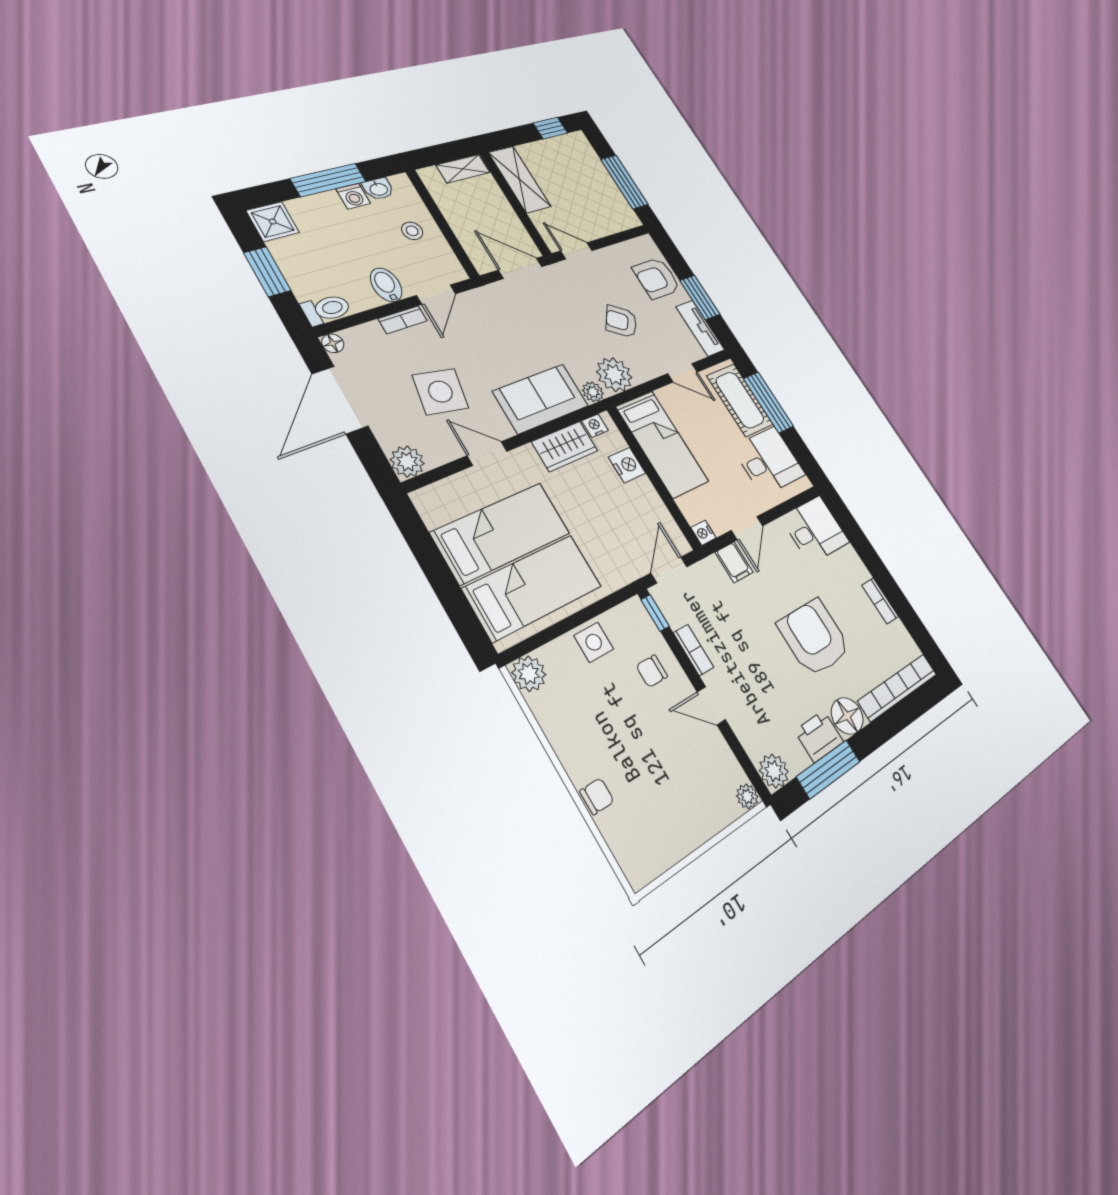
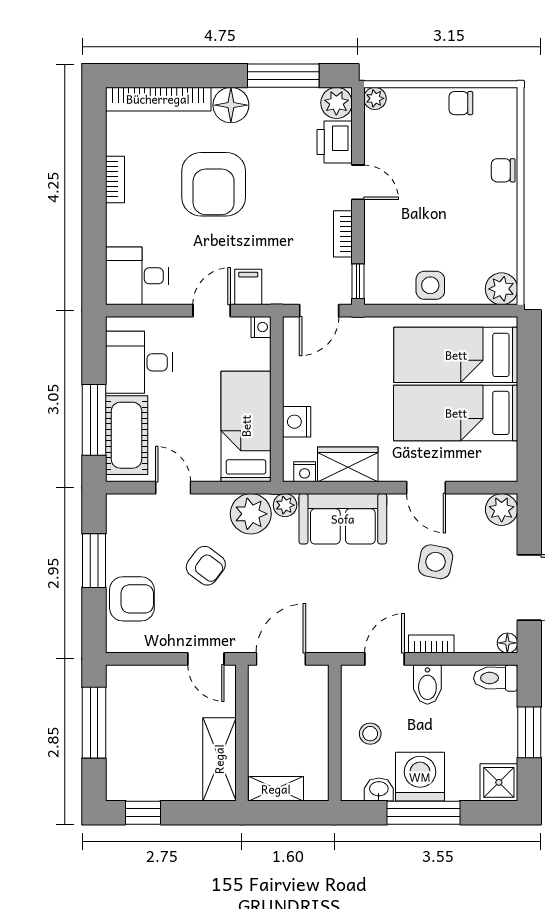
washing machine: (353, 196) -> (420, 777), width x1.89, depth x1.89
door: (520, 268) -> (281, 659), swing flipped
tv unit: (700, 328) -> (118, 527), removed
side table: (440, 392) -> (436, 562), width x0.73, depth x0.73
chair: (652, 671) -> (461, 103), moved, turned 180
printer: (819, 736) -> (335, 142), moved, turned 90

